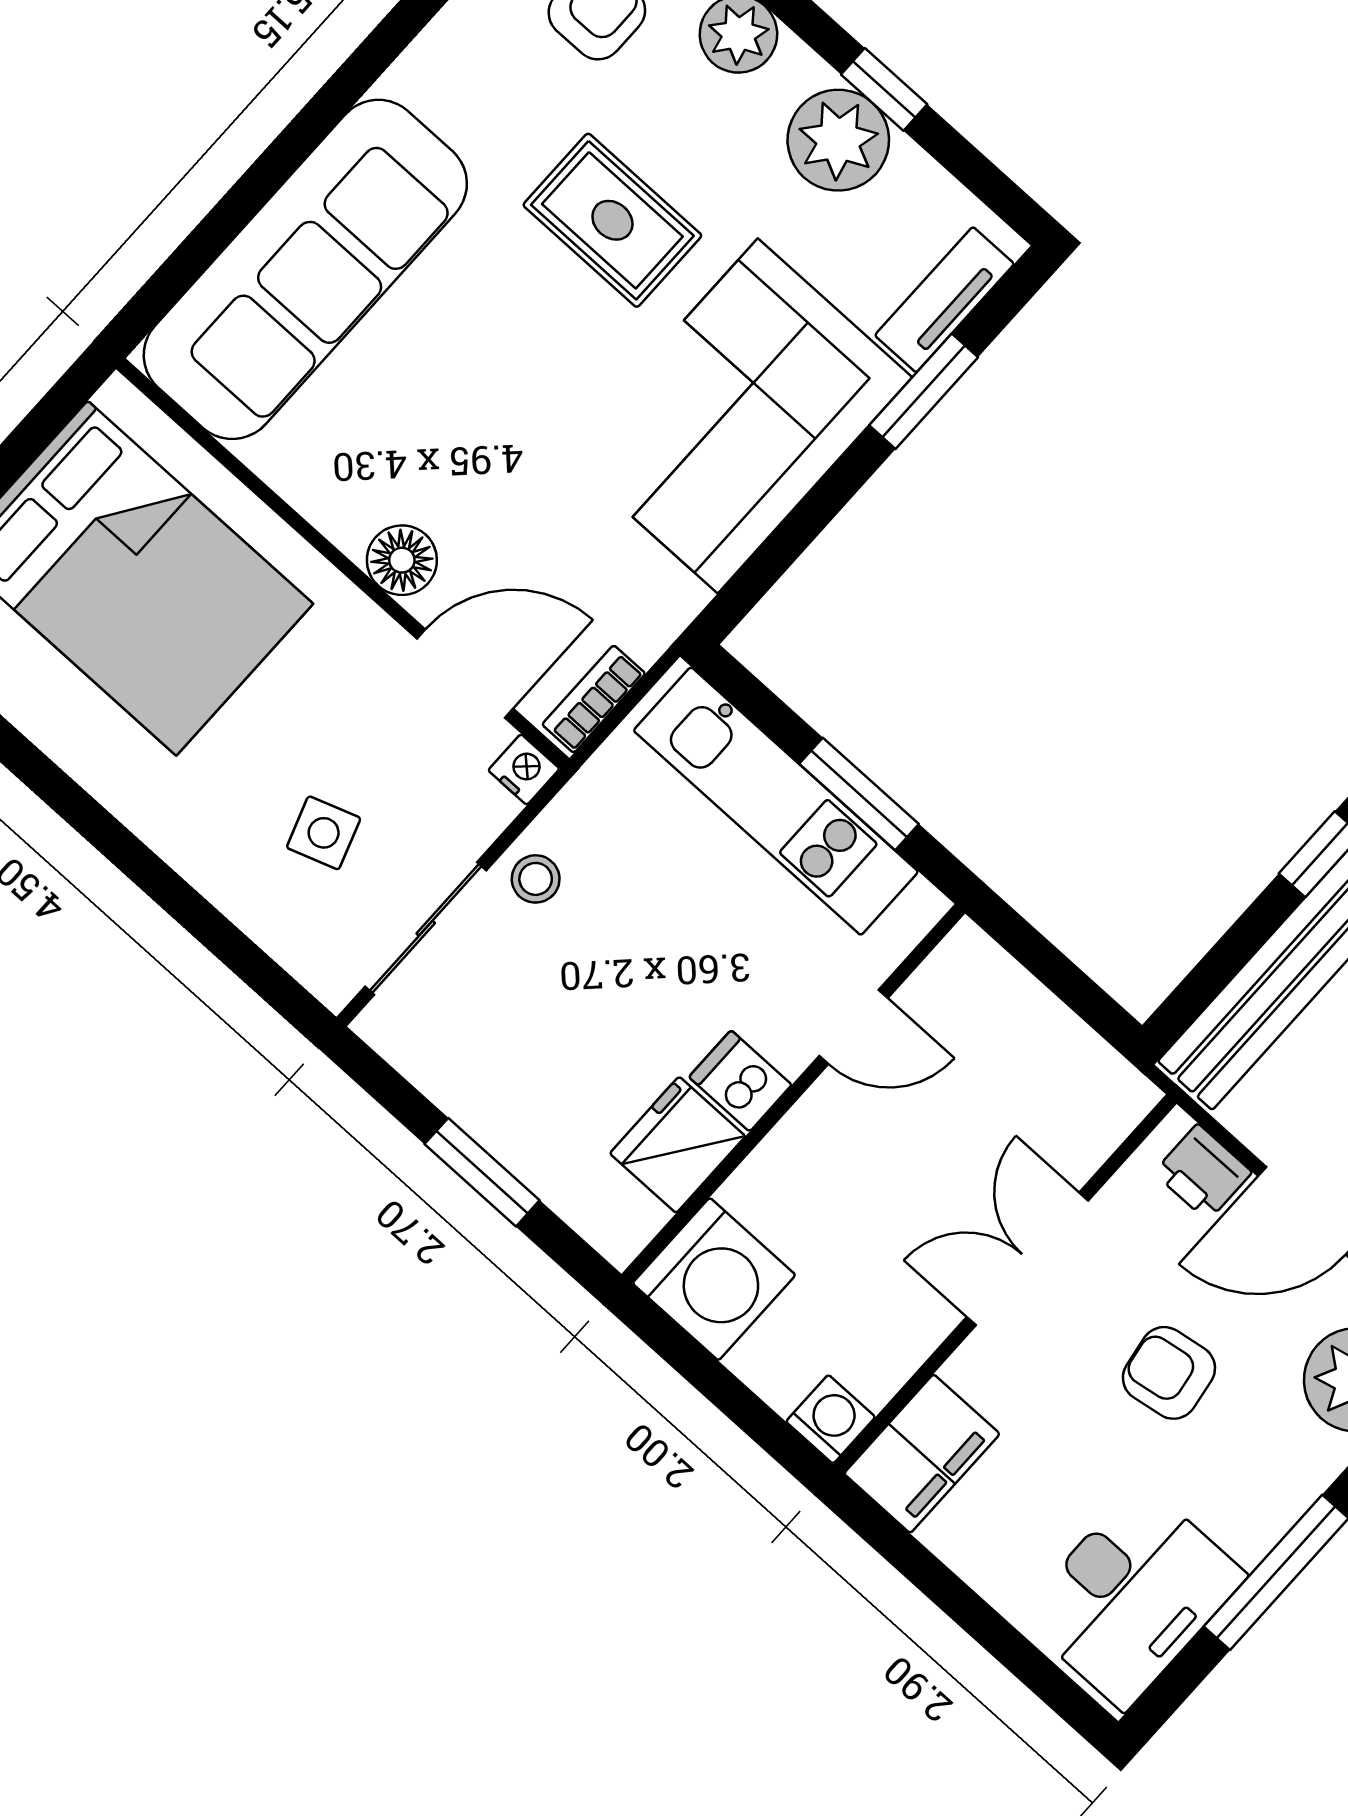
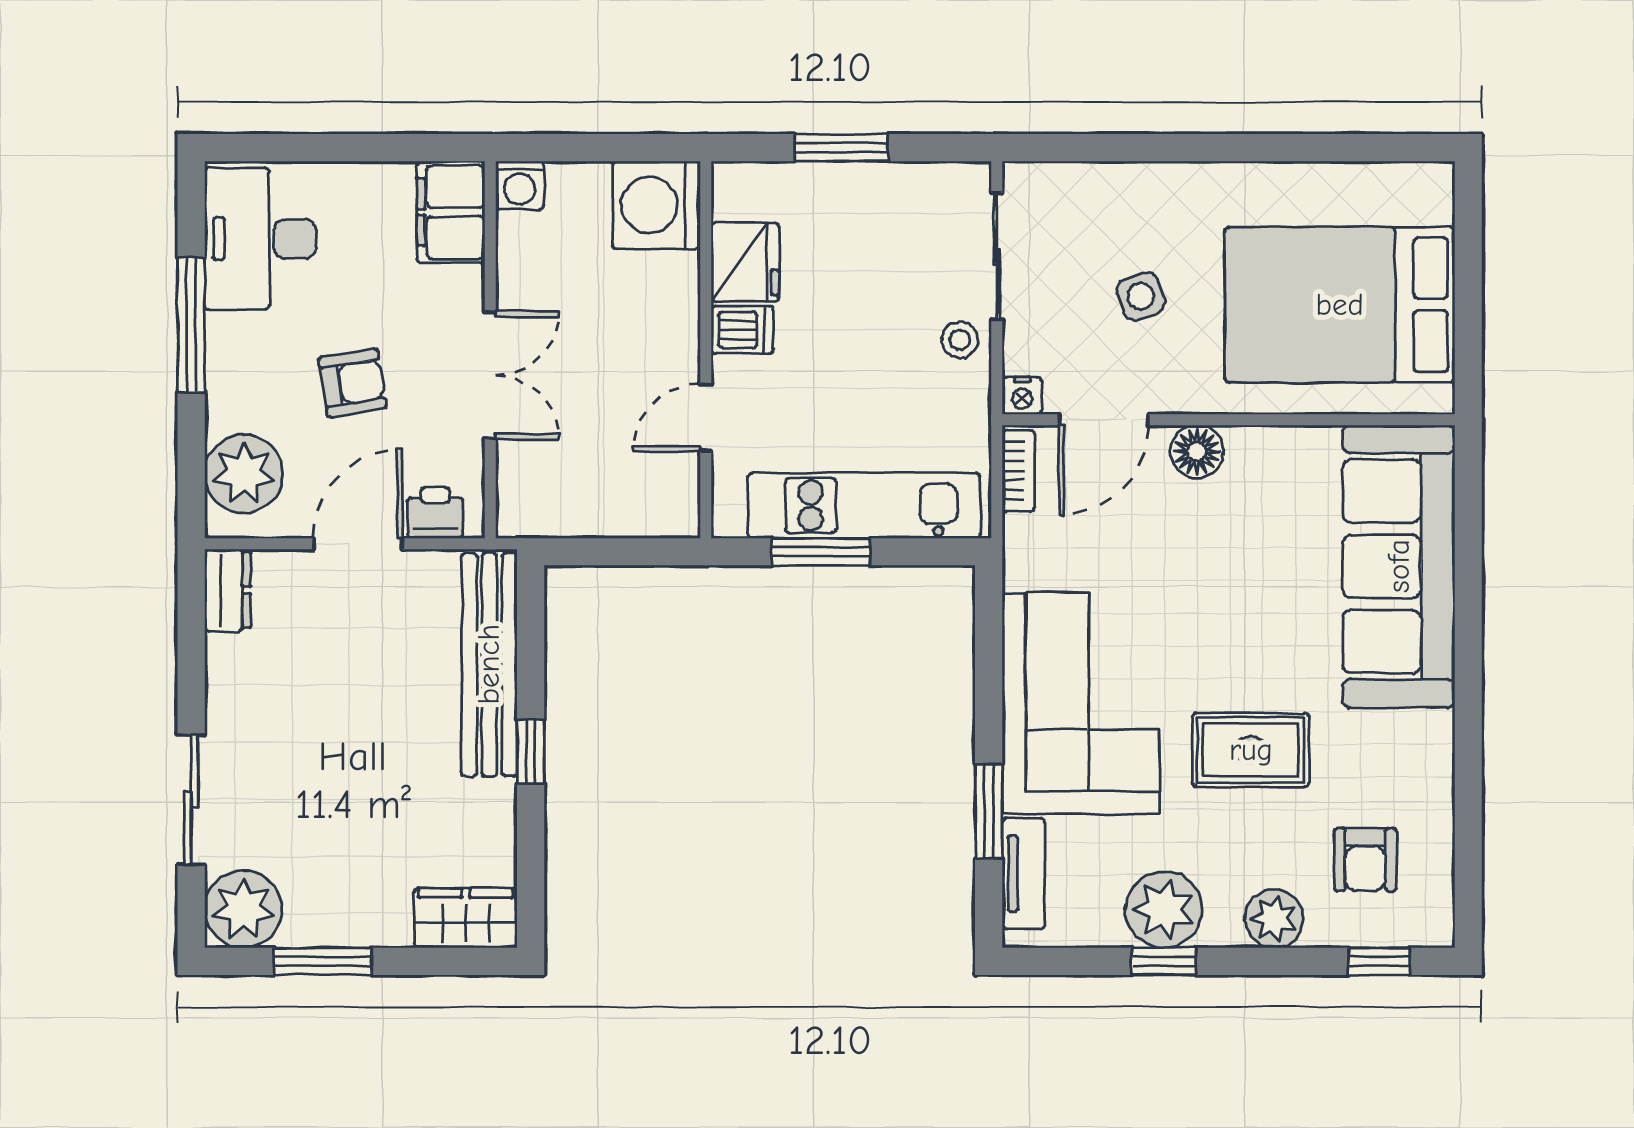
side table: (324, 833) -> (1141, 296), moved

